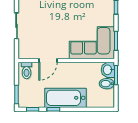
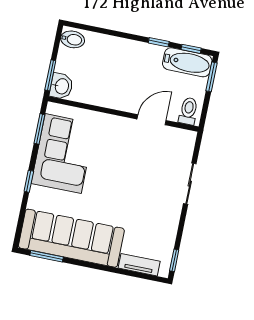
corner sofa: (92, 43) -> (63, 154), moved, turned -90
bidet: (107, 84) -> (73, 39), moved
bathtub: (66, 98) -> (187, 62), moved, width x0.73, depth x0.73

